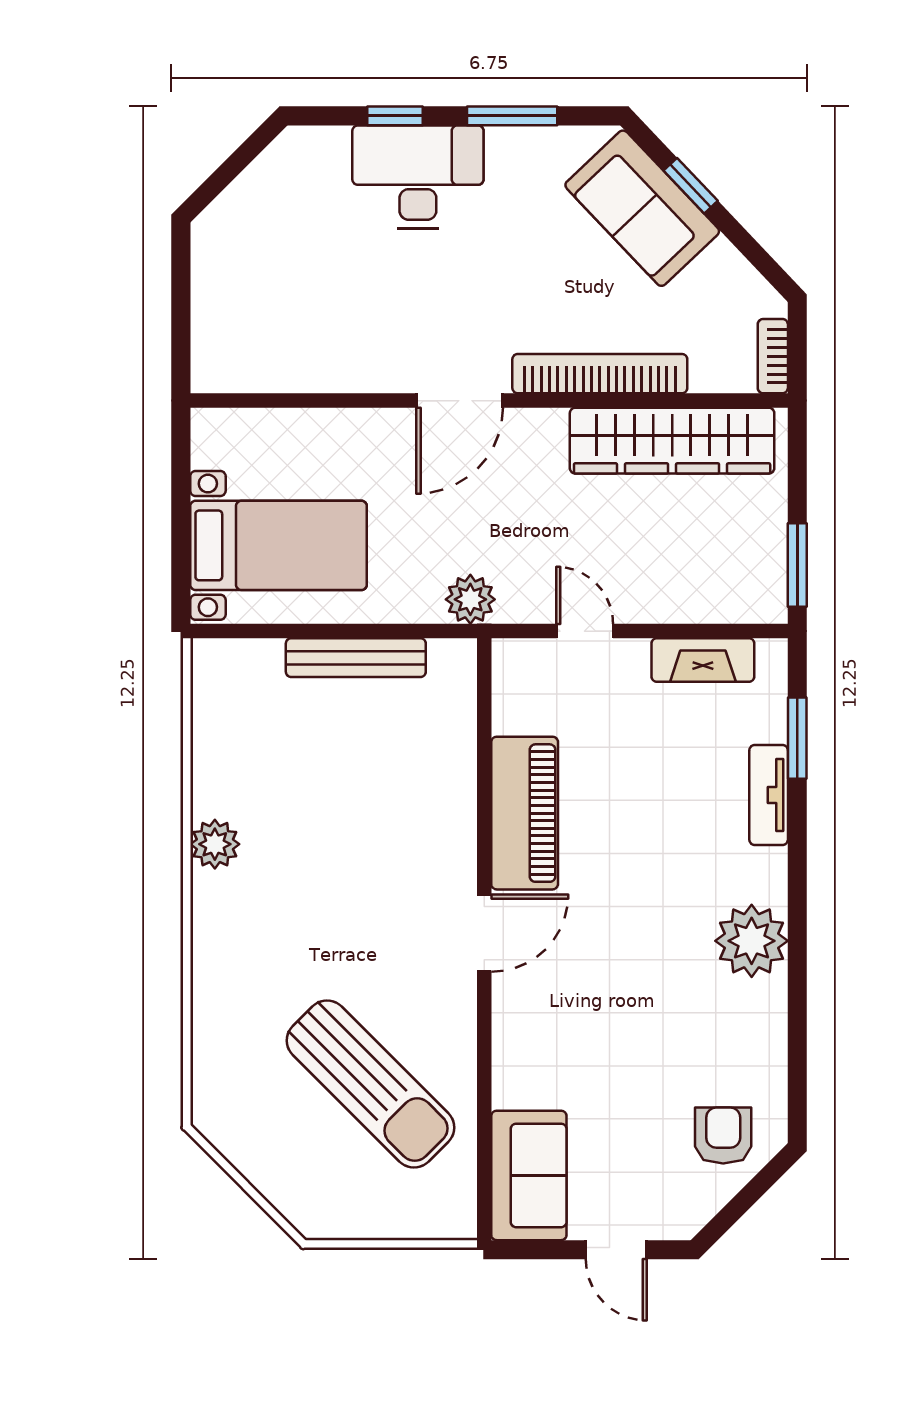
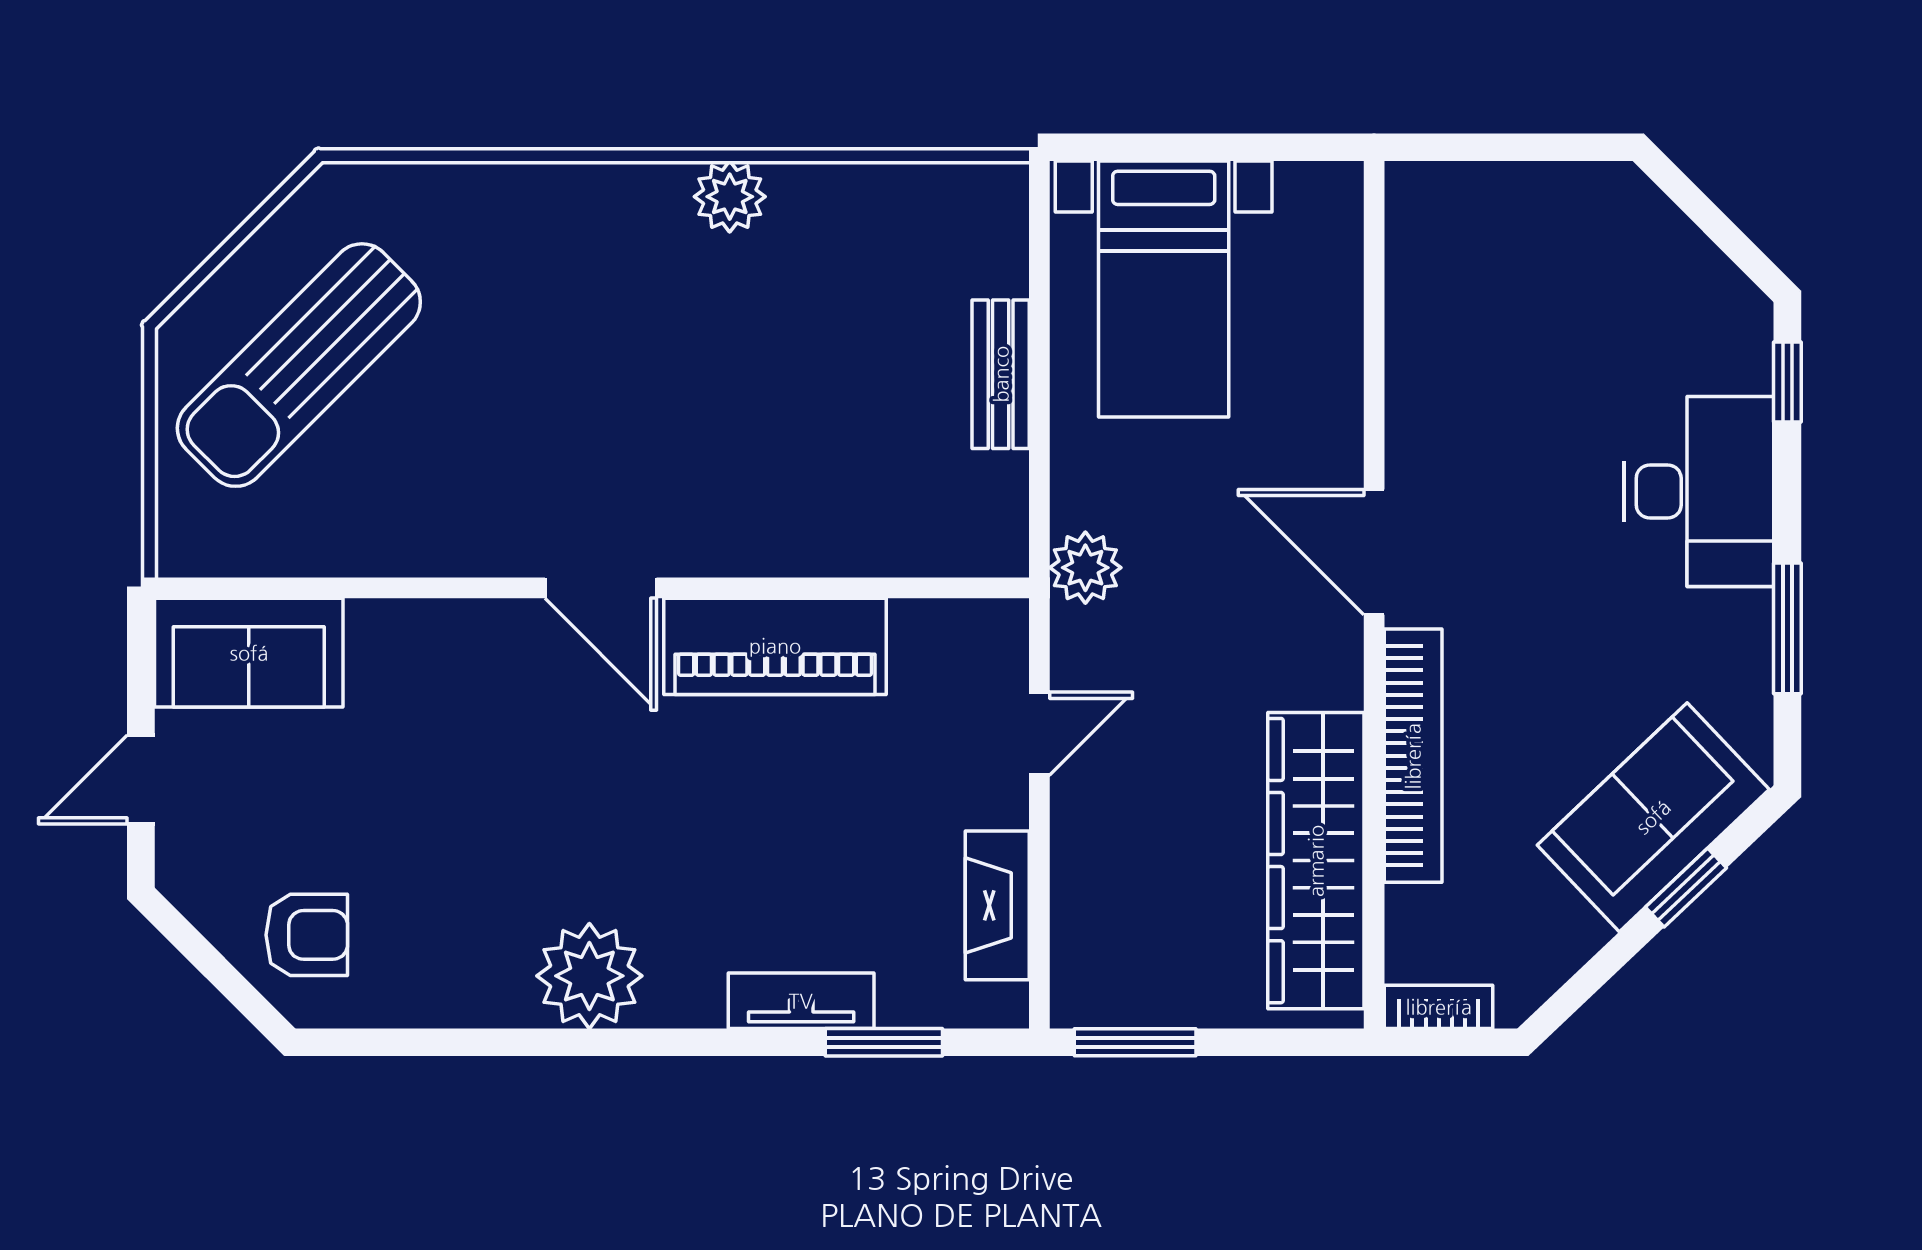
window: (395, 116) -> (1787, 382), moved
bench: (356, 658) -> (1001, 374), width x0.73
sun lounger: (370, 1084) -> (299, 365), moved

